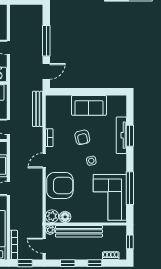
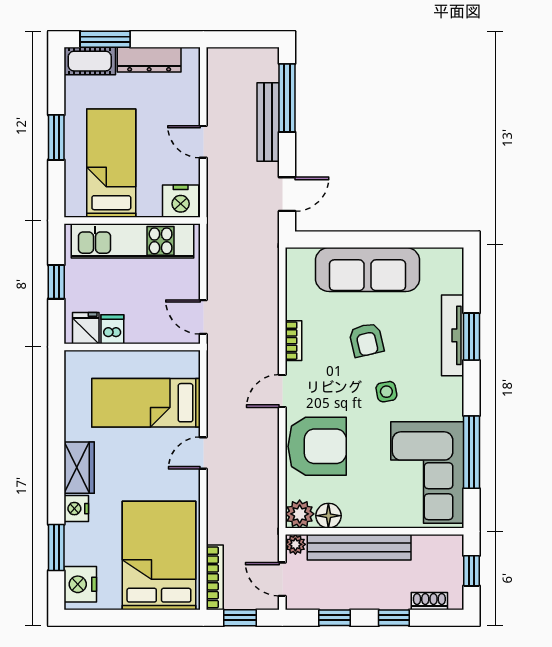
window: (46, 41) -> (287, 98), moved
sofa: (89, 105) -> (368, 269), width x1.36
bench: (38, 109) -> (268, 122), moved

